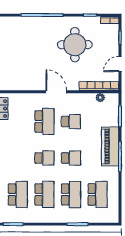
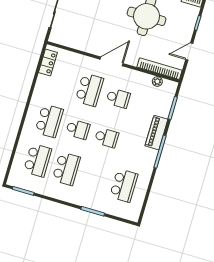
door: (56, 92) -> (112, 61), hinge flipped
piano: (110, 146) -> (156, 133), width x0.73, depth x0.75
school desk: (71, 194) -> (49, 121), moved

